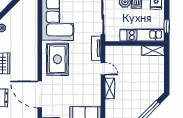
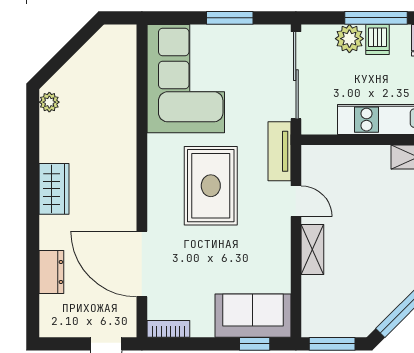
rug: (57, 59) -> (211, 186), moved

